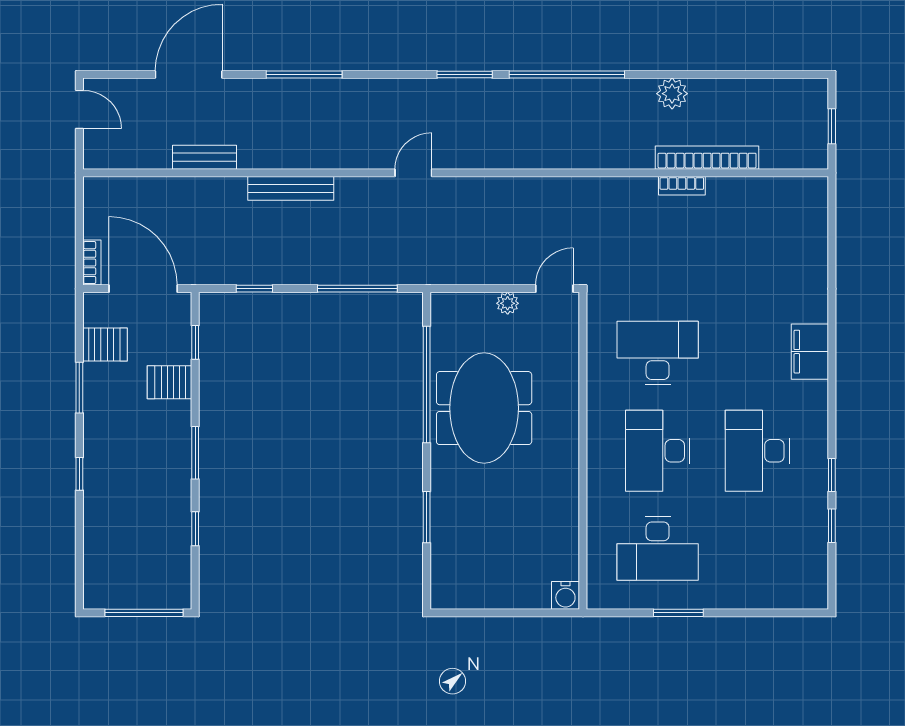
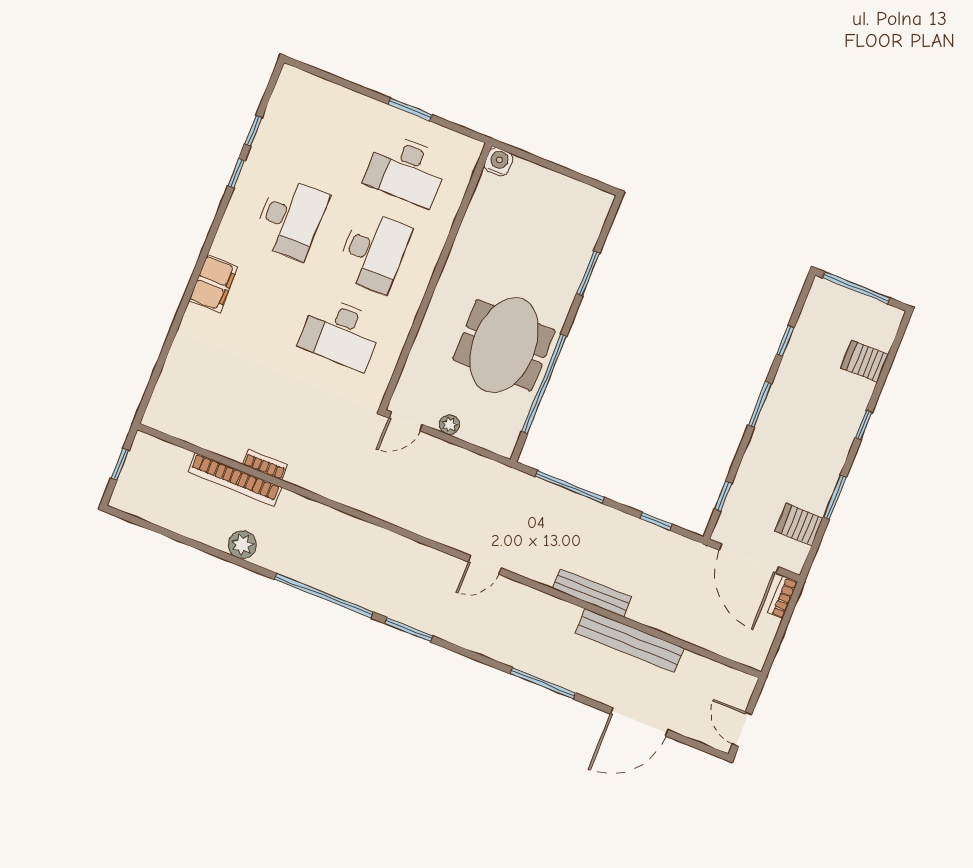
bench: (205, 157) -> (630, 641), width x1.86, depth x1.21
server rack: (170, 382) -> (864, 361), moved, turned 180
desk: (658, 549) -> (406, 170), turned 180

